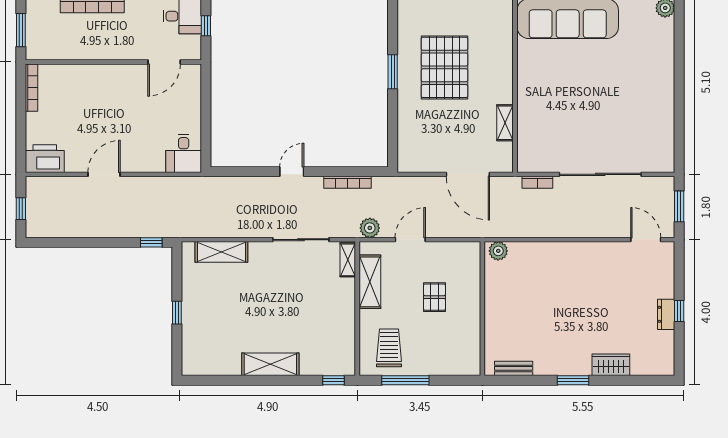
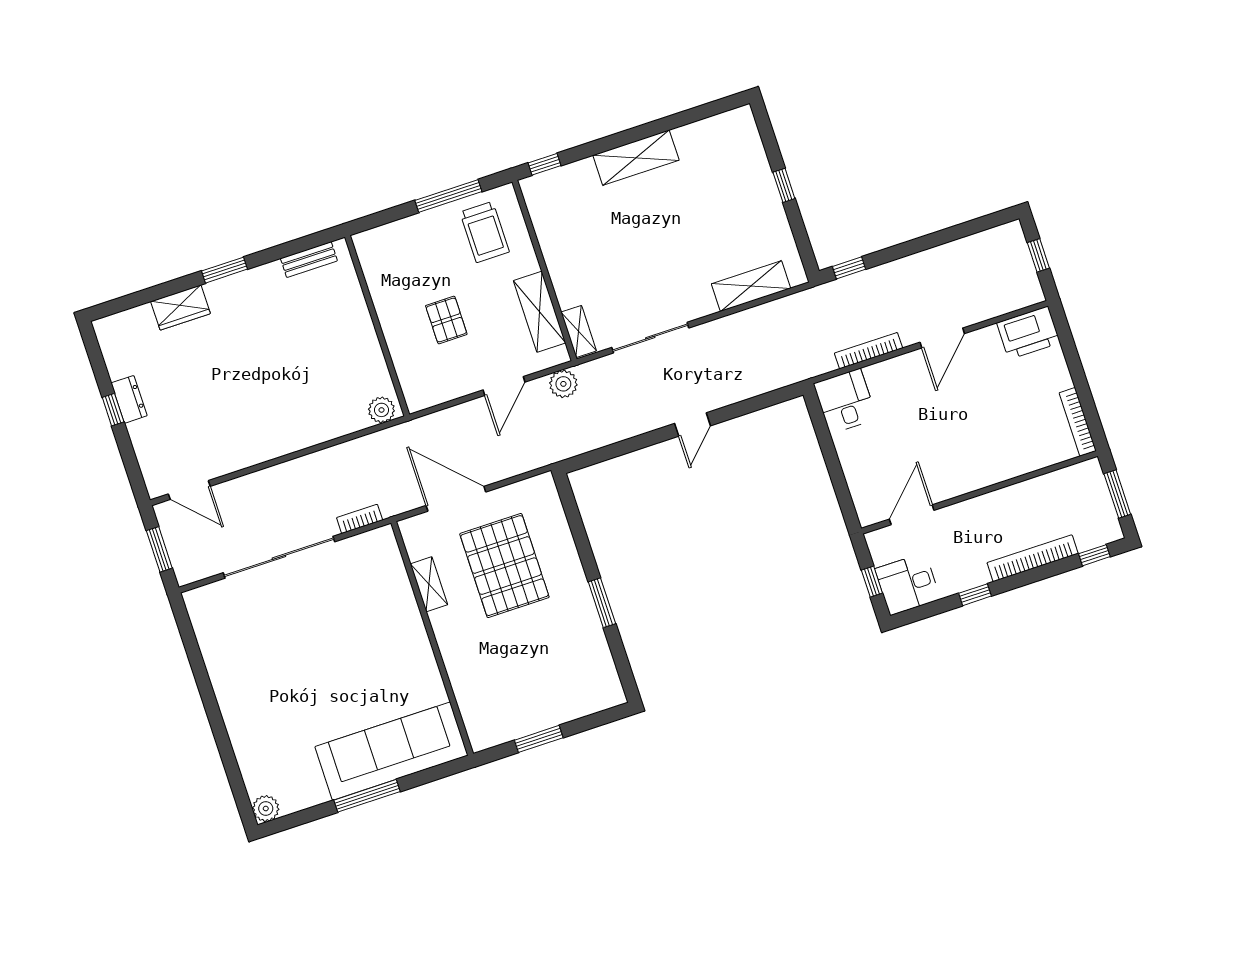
pallet: (444, 67) -> (504, 566), moved
bookcase: (347, 182) -> (869, 351), moved

